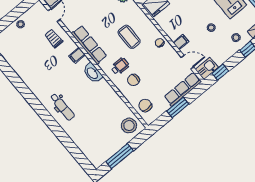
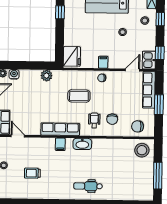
trolley: (54, 39) -> (32, 173), moved
filing cabinet: (181, 42) -> (103, 62), moved
dental chair: (62, 107) -> (88, 186), turned 180

